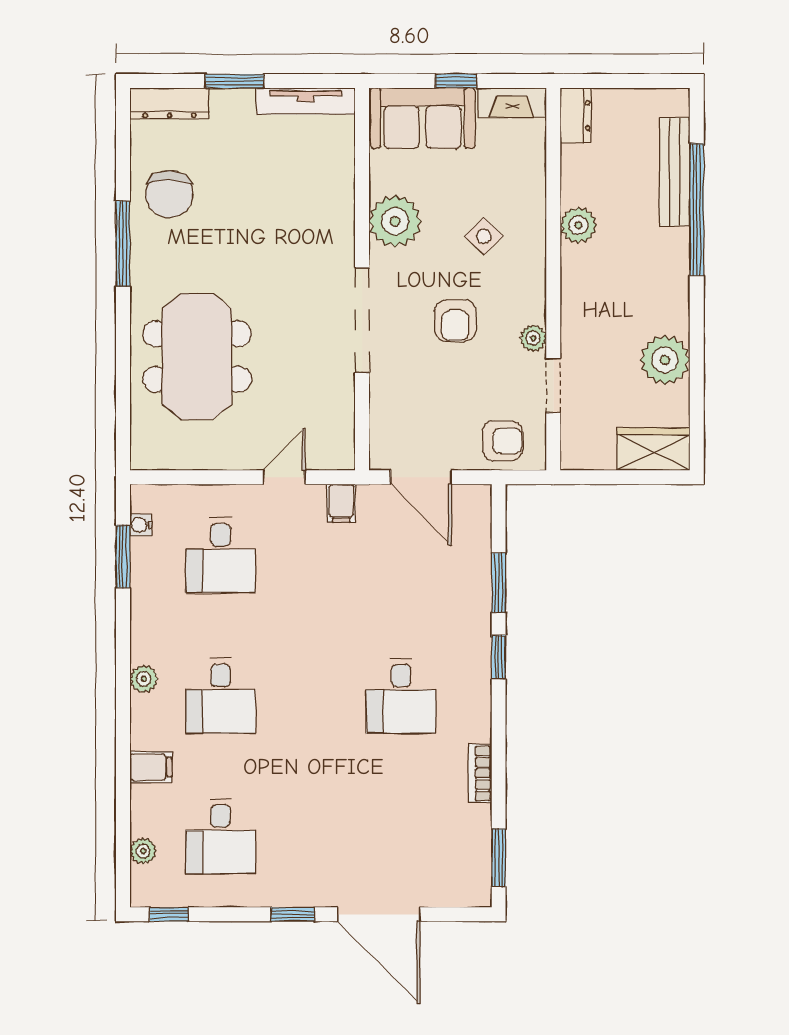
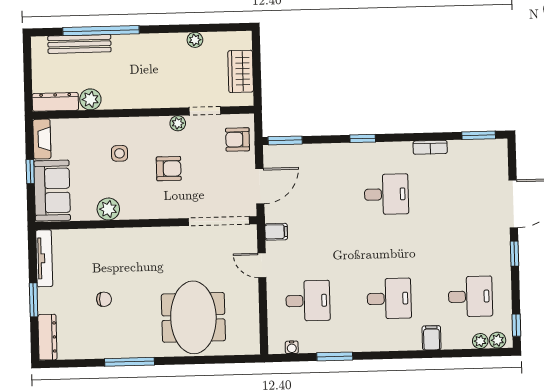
dresser: (576, 115) -> (55, 102), width x1.44
chair: (169, 194) -> (104, 299), moved, width x0.54, depth x0.54
plant: (395, 221) -> (108, 209), width x0.73, depth x0.73
plant: (578, 225) -> (90, 99), moved
side table: (484, 236) -> (120, 153), turned 45
doorway: (362, 320) -> (219, 221), moved
meeting table: (197, 356) -> (193, 317), turned 90
plant: (665, 360) -> (195, 40), width x0.53, depth x0.53
armchair: (502, 441) -> (238, 139), turned -90
wardrobe: (653, 449) -> (241, 71), moved
window: (123, 557) -> (335, 356), moved
window: (499, 583) -> (285, 140), moved
plant: (144, 679) -> (498, 340), moved

